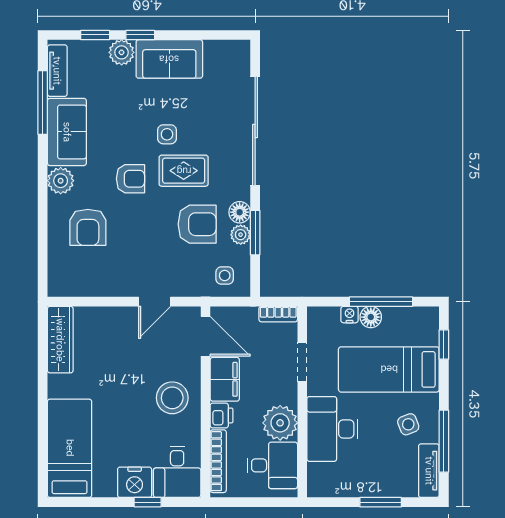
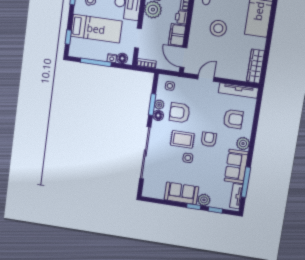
armchair: (130, 179) -> (209, 139), turned 90
armchair: (88, 227) -> (233, 119), turned 90
tv unit: (86, 286) -> (238, 90), added
floor lamp: (371, 317) -> (122, 58), moved
stool: (172, 398) -> (218, 28), moved

